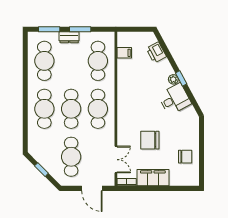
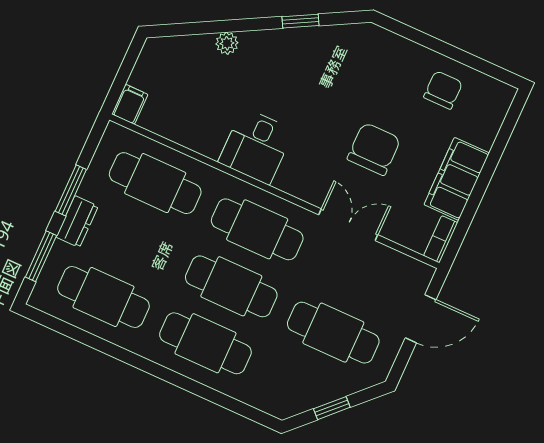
printer: (156, 52) -> (194, 51), removed
filing cabinet: (124, 53) -> (130, 104), moved
window: (181, 78) -> (300, 21), moved
plant: (173, 79) -> (227, 43), moved
desk: (175, 99) -> (256, 146), moved, turned -152
chair: (150, 140) -> (374, 149), turned 180
double door: (116, 160) -> (348, 225), moved

